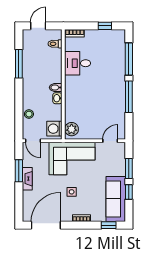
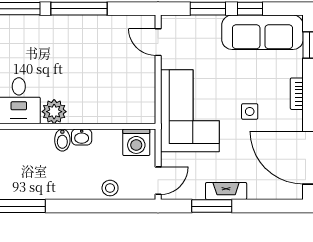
plant: (72, 129) -> (54, 112), moved

